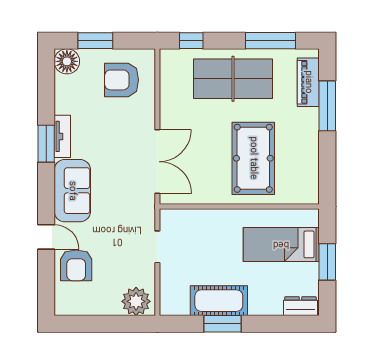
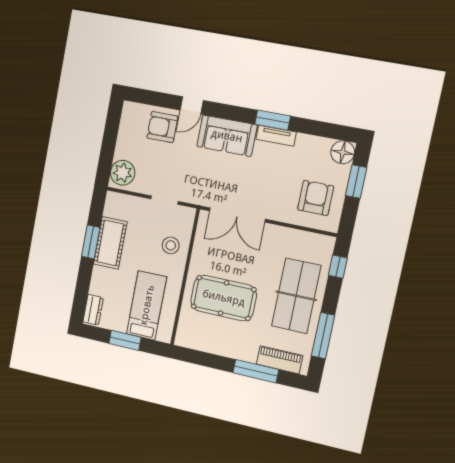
stool: (207, 230) -> (171, 245), added

